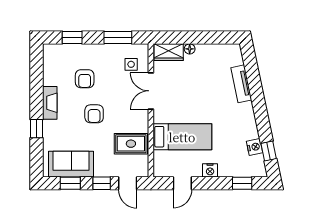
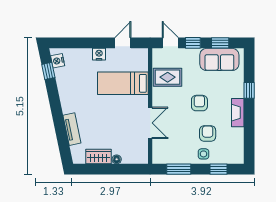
wardrobe: (169, 52) -> (98, 157), moved
side table: (131, 64) -> (203, 154), moved
nightstand: (255, 147) -> (58, 61), moved
window: (242, 183) -> (71, 43), removed

